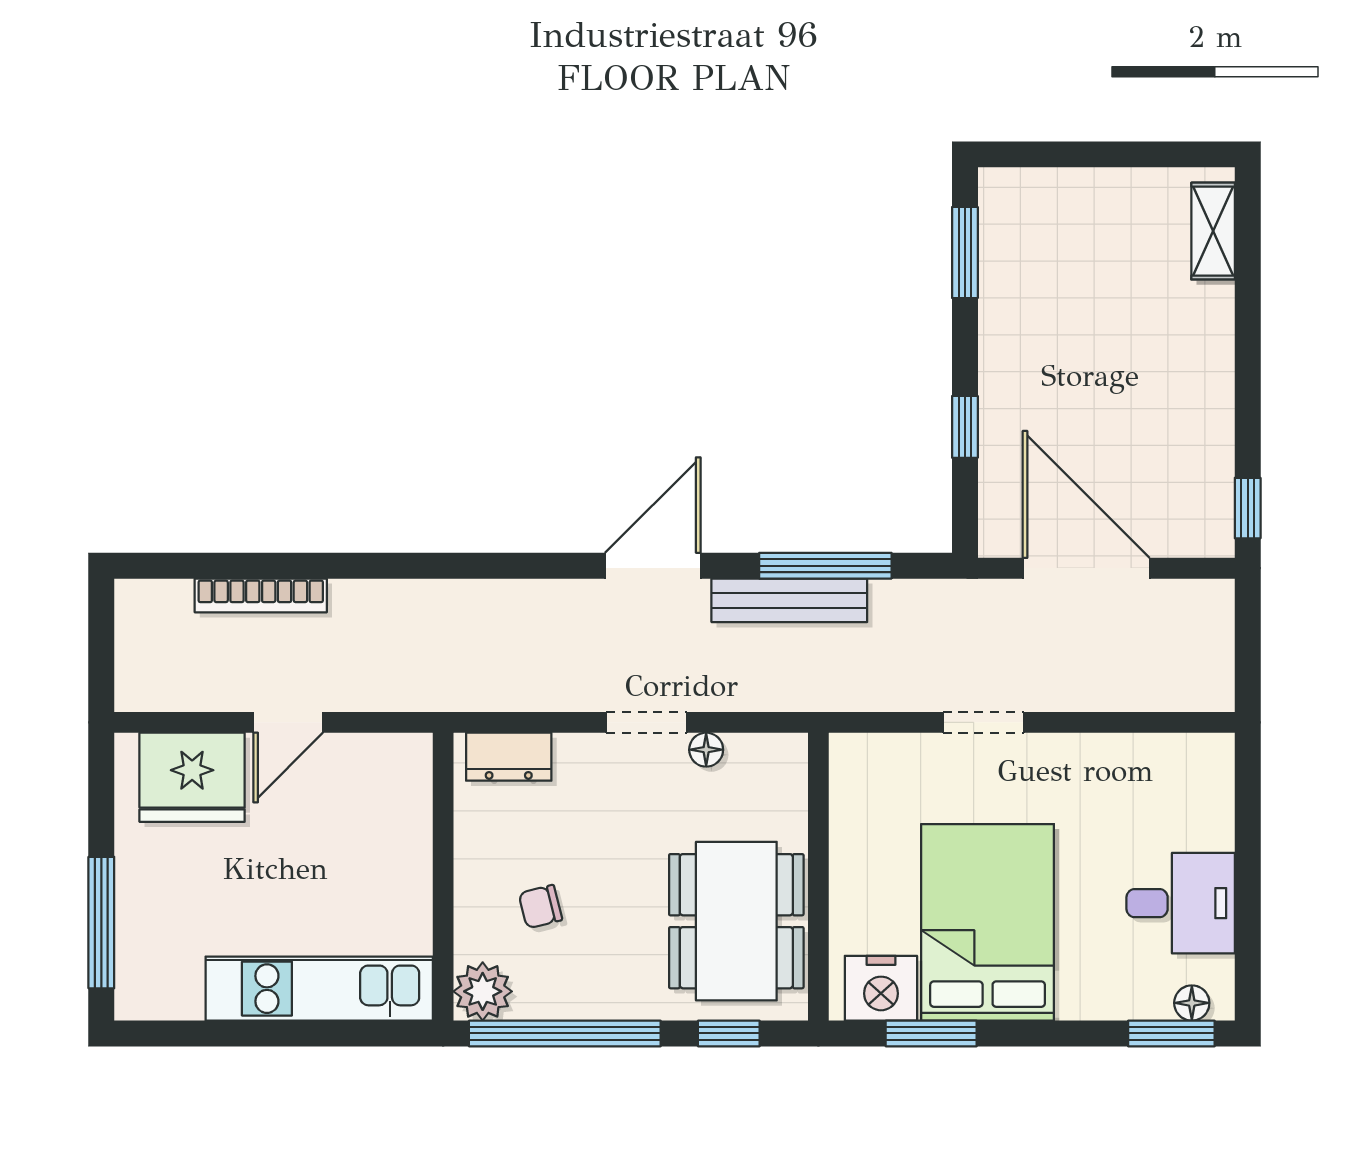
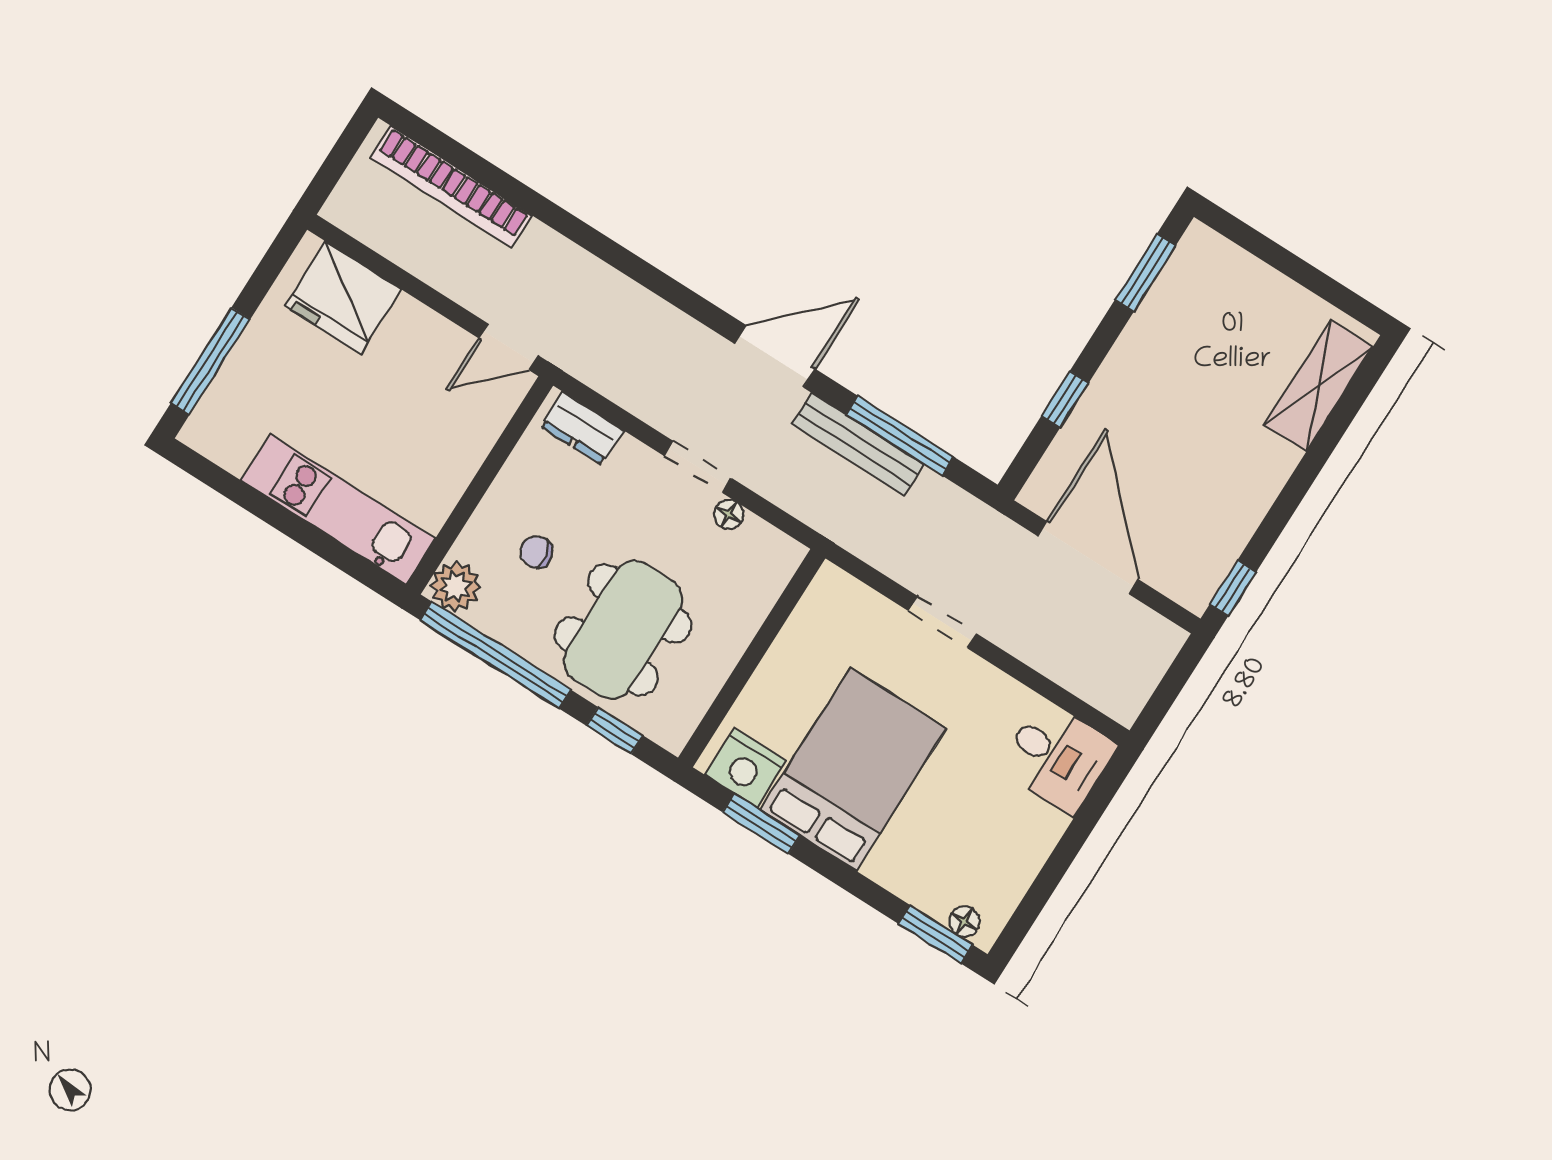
shelving: (1213, 231) -> (1319, 386), width x1.50, depth x1.33
bookcase: (261, 595) -> (451, 187), width x1.48, depth x1.31
door: (288, 722) -> (508, 347), moved
desk: (1181, 903) -> (1058, 757), moved
dining table: (736, 921) -> (623, 630), moved

